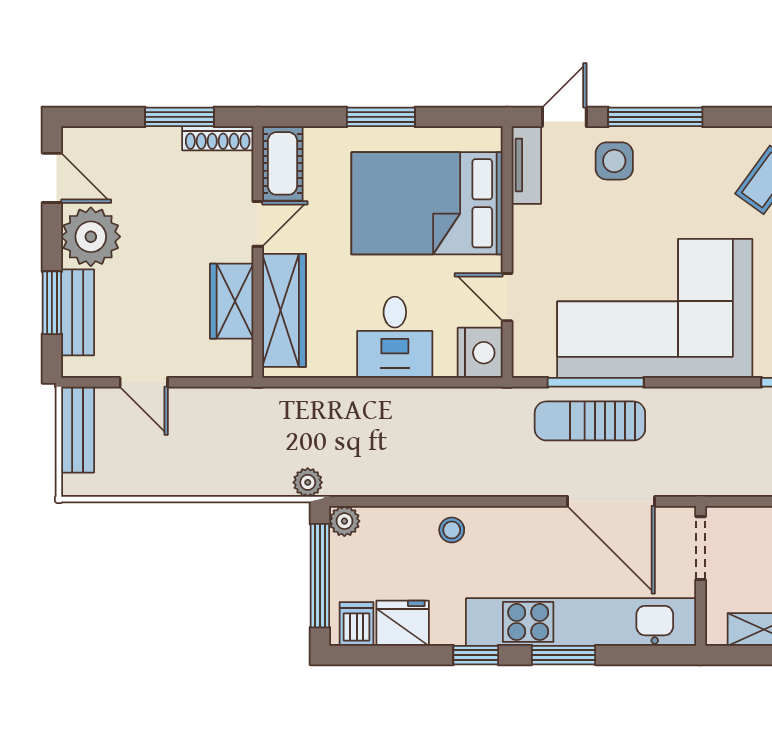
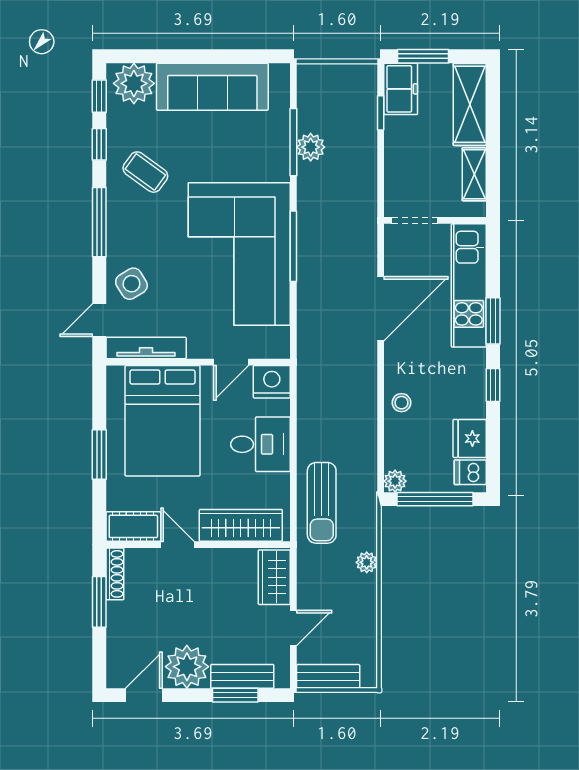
door: (564, 117) -> (99, 320), hinge flipped
window: (655, 117) -> (99, 222), moved
side table: (614, 161) -> (131, 284), turned -31
tv unit: (526, 165) -> (146, 348), width x1.41
wardrobe: (232, 301) -> (274, 577), moved, turned 90
window: (596, 382) -> (293, 246), moved
sun lounger: (590, 421) -> (322, 503), moved
plant: (308, 482) -> (367, 562), moved
door: (611, 501) -> (381, 309), moved
kitchen unit: (581, 622) -> (469, 285), width x0.73

